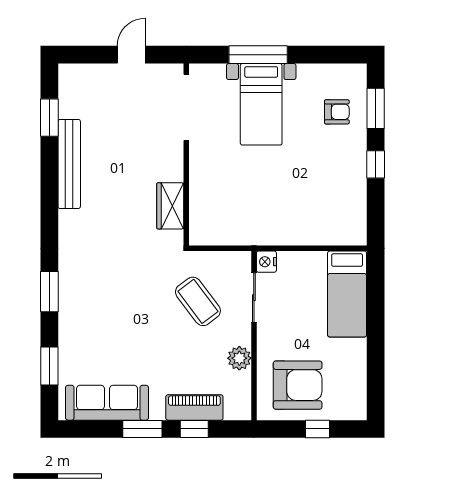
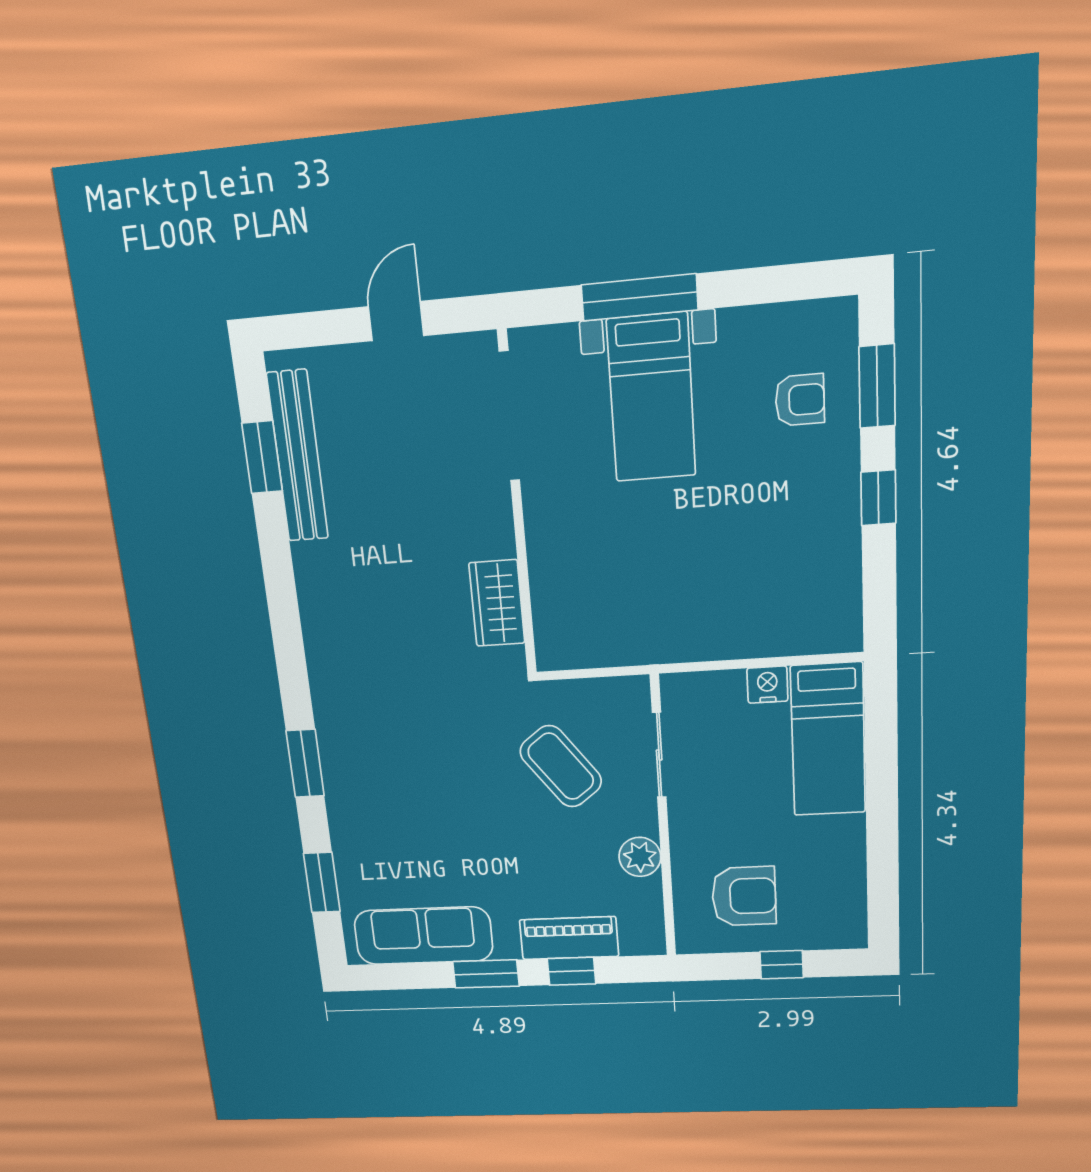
bench: (69, 164) -> (298, 456), moved
nightstand: (266, 262) -> (767, 685), moved, turned 90
armchair: (298, 385) -> (744, 896), width x0.73, depth x0.73

